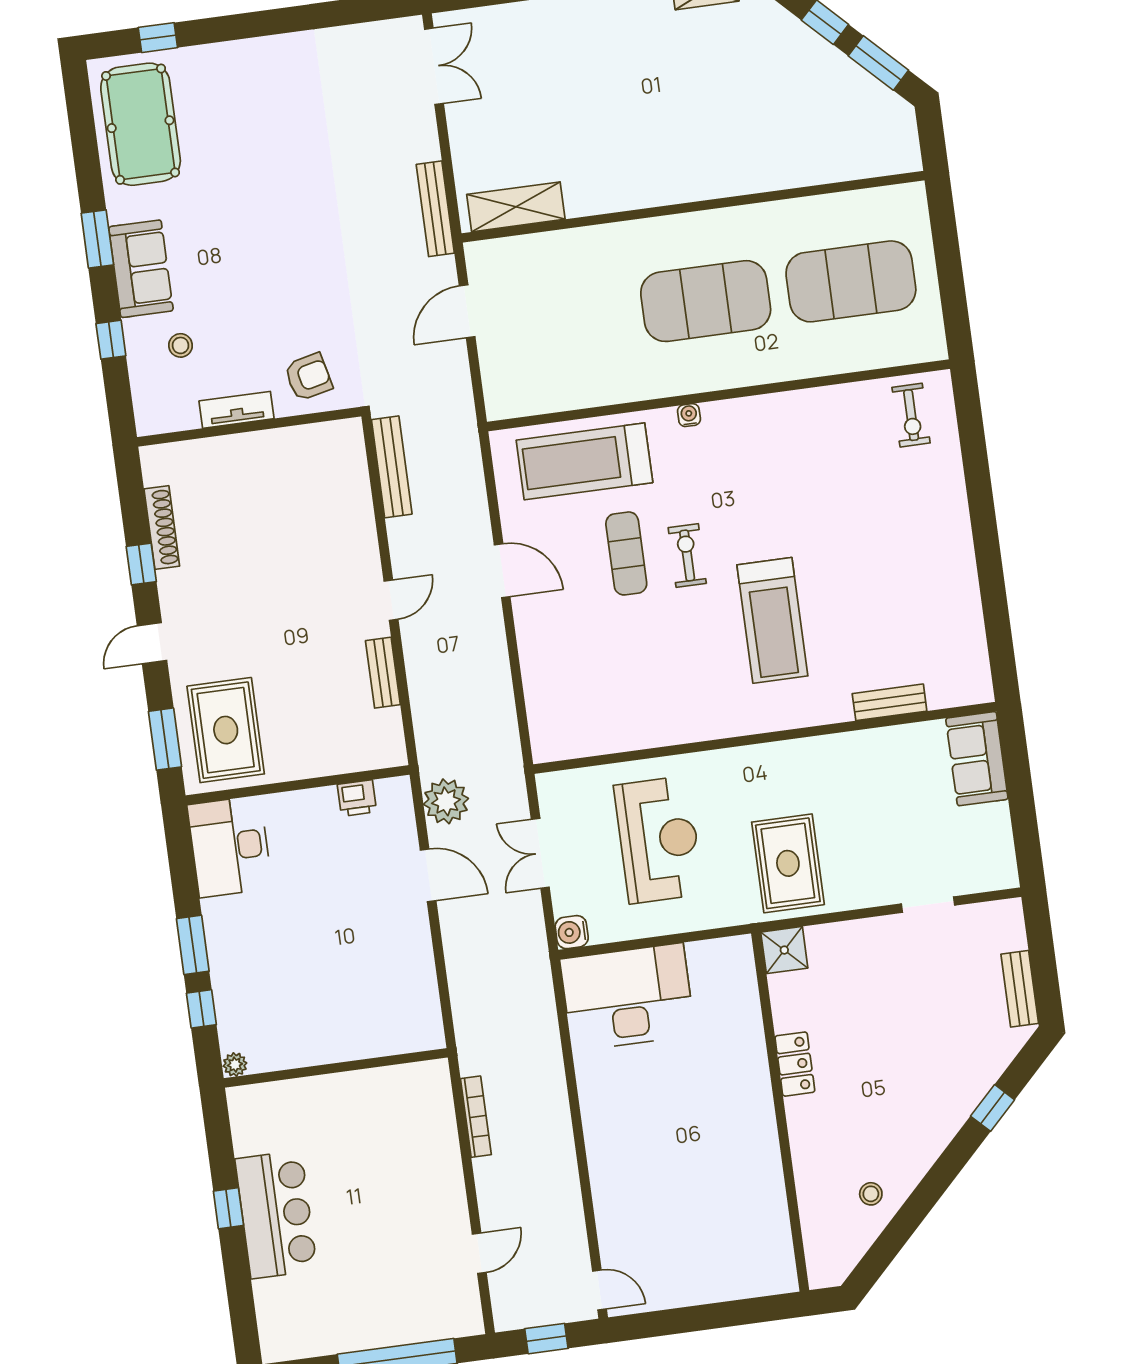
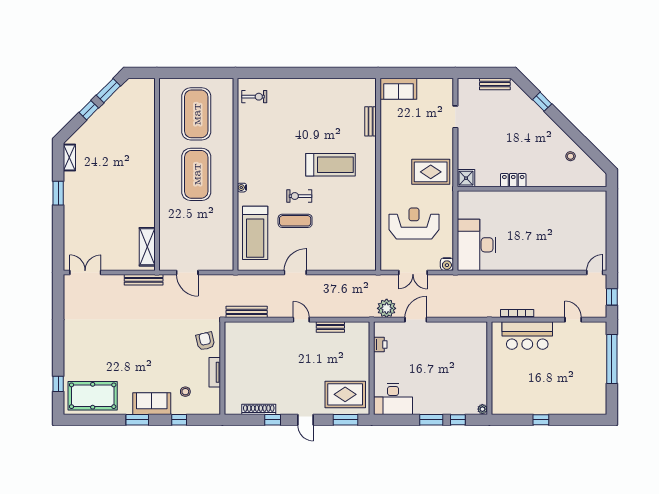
bar counter: (276, 1215) -> (527, 336), moved, turned 180

